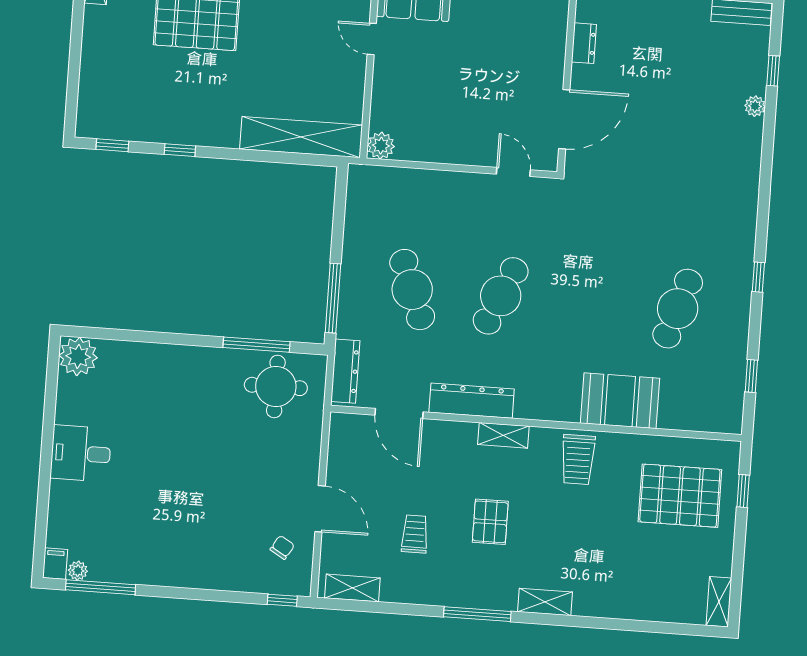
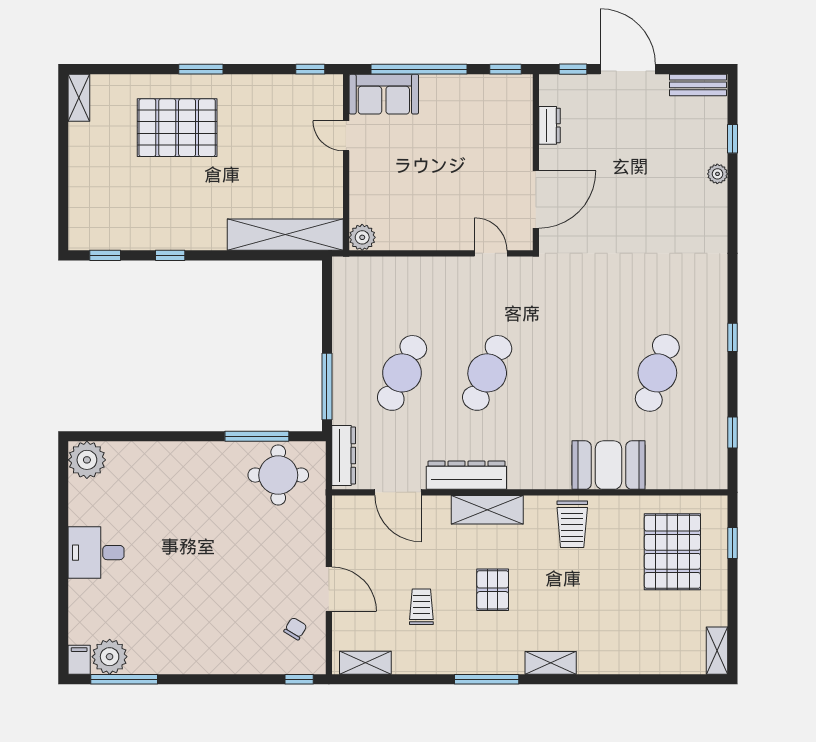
cafe table: (412, 290) -> (402, 373), turned 45
shelving: (503, 435) -> (487, 510), width x1.50, depth x1.33
pallet: (680, 496) -> (672, 552), turned 90
plant: (78, 571) -> (110, 657), width x1.88, depth x1.88

